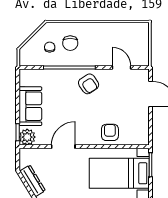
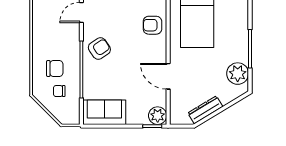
sofa: (30, 106) -> (104, 112), moved

